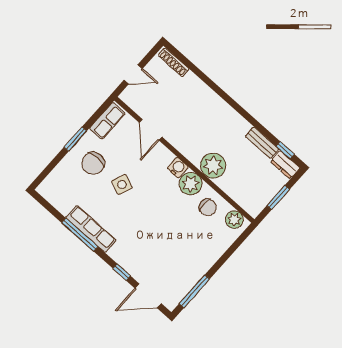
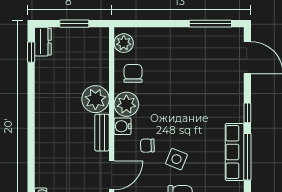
bench: (262, 143) -> (102, 133), moved
chair: (149, 173) -> (147, 146), added
window: (122, 272) -> (247, 113), moved

